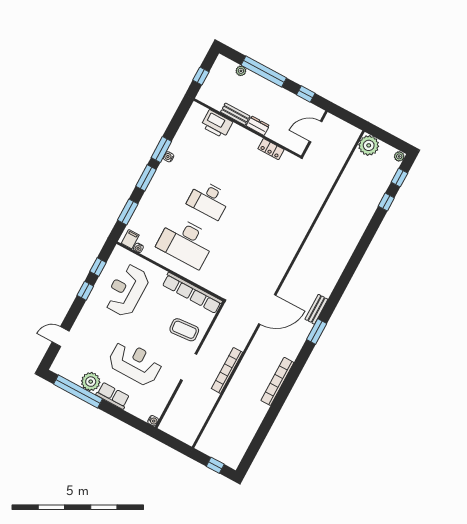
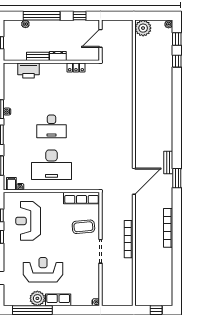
row of seats: (192, 293) -> (82, 198), width x0.73
reception desk: (135, 363) -> (43, 270), moved

